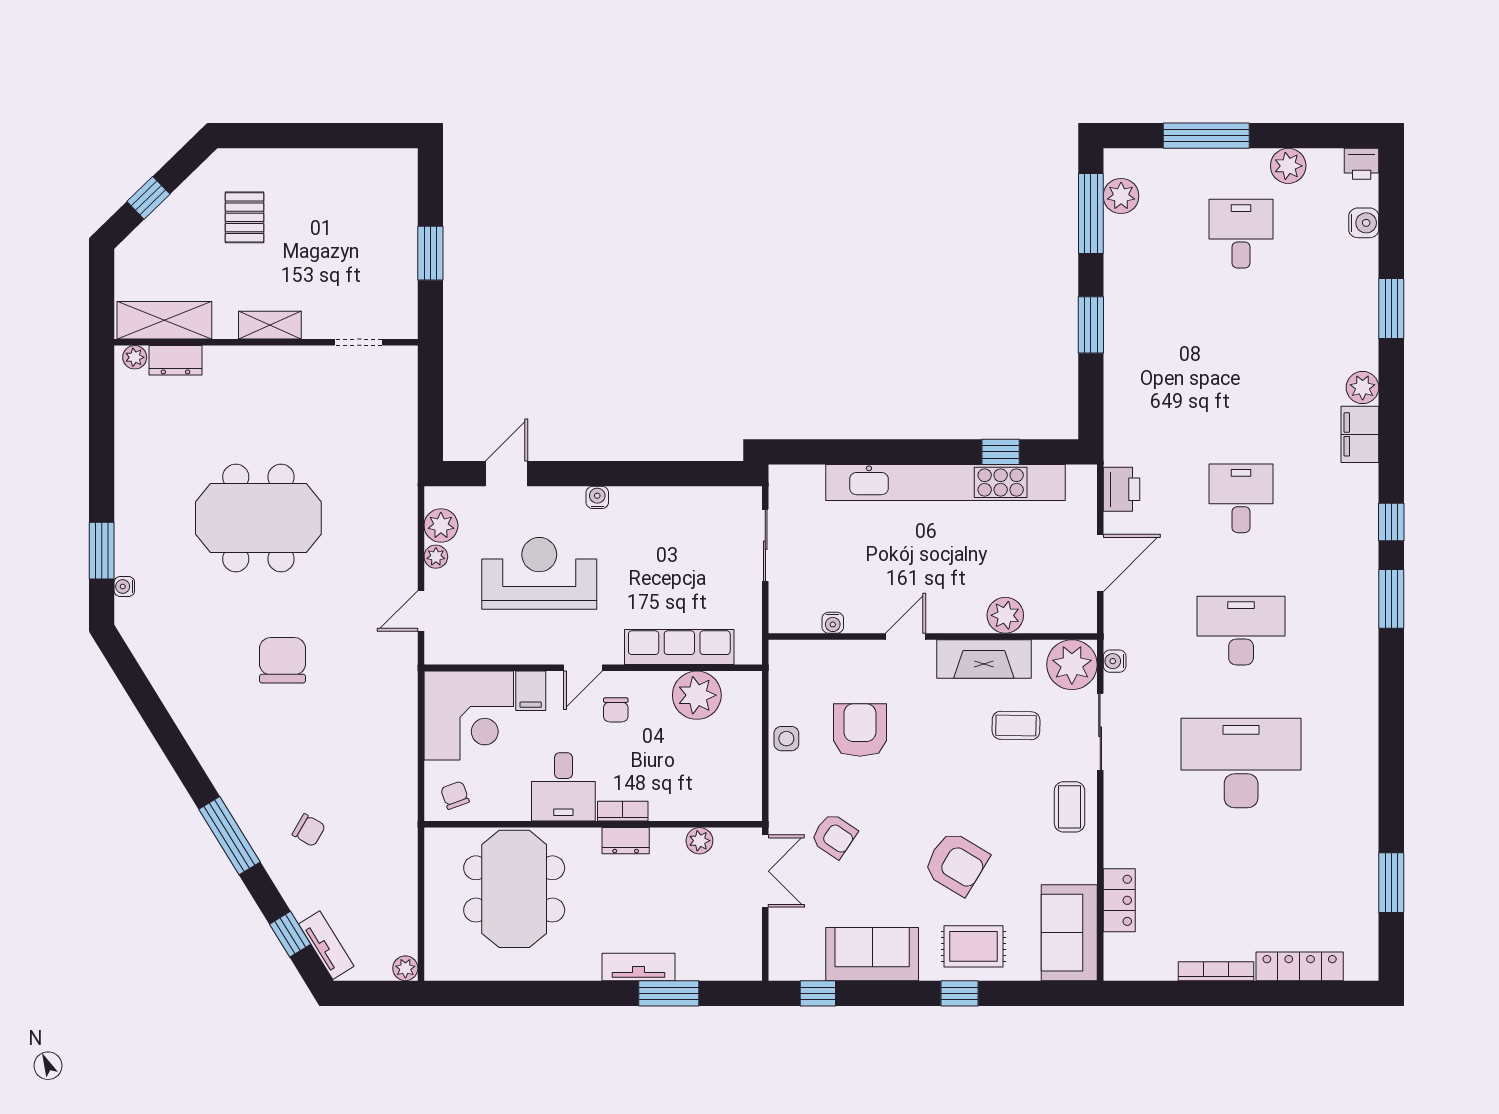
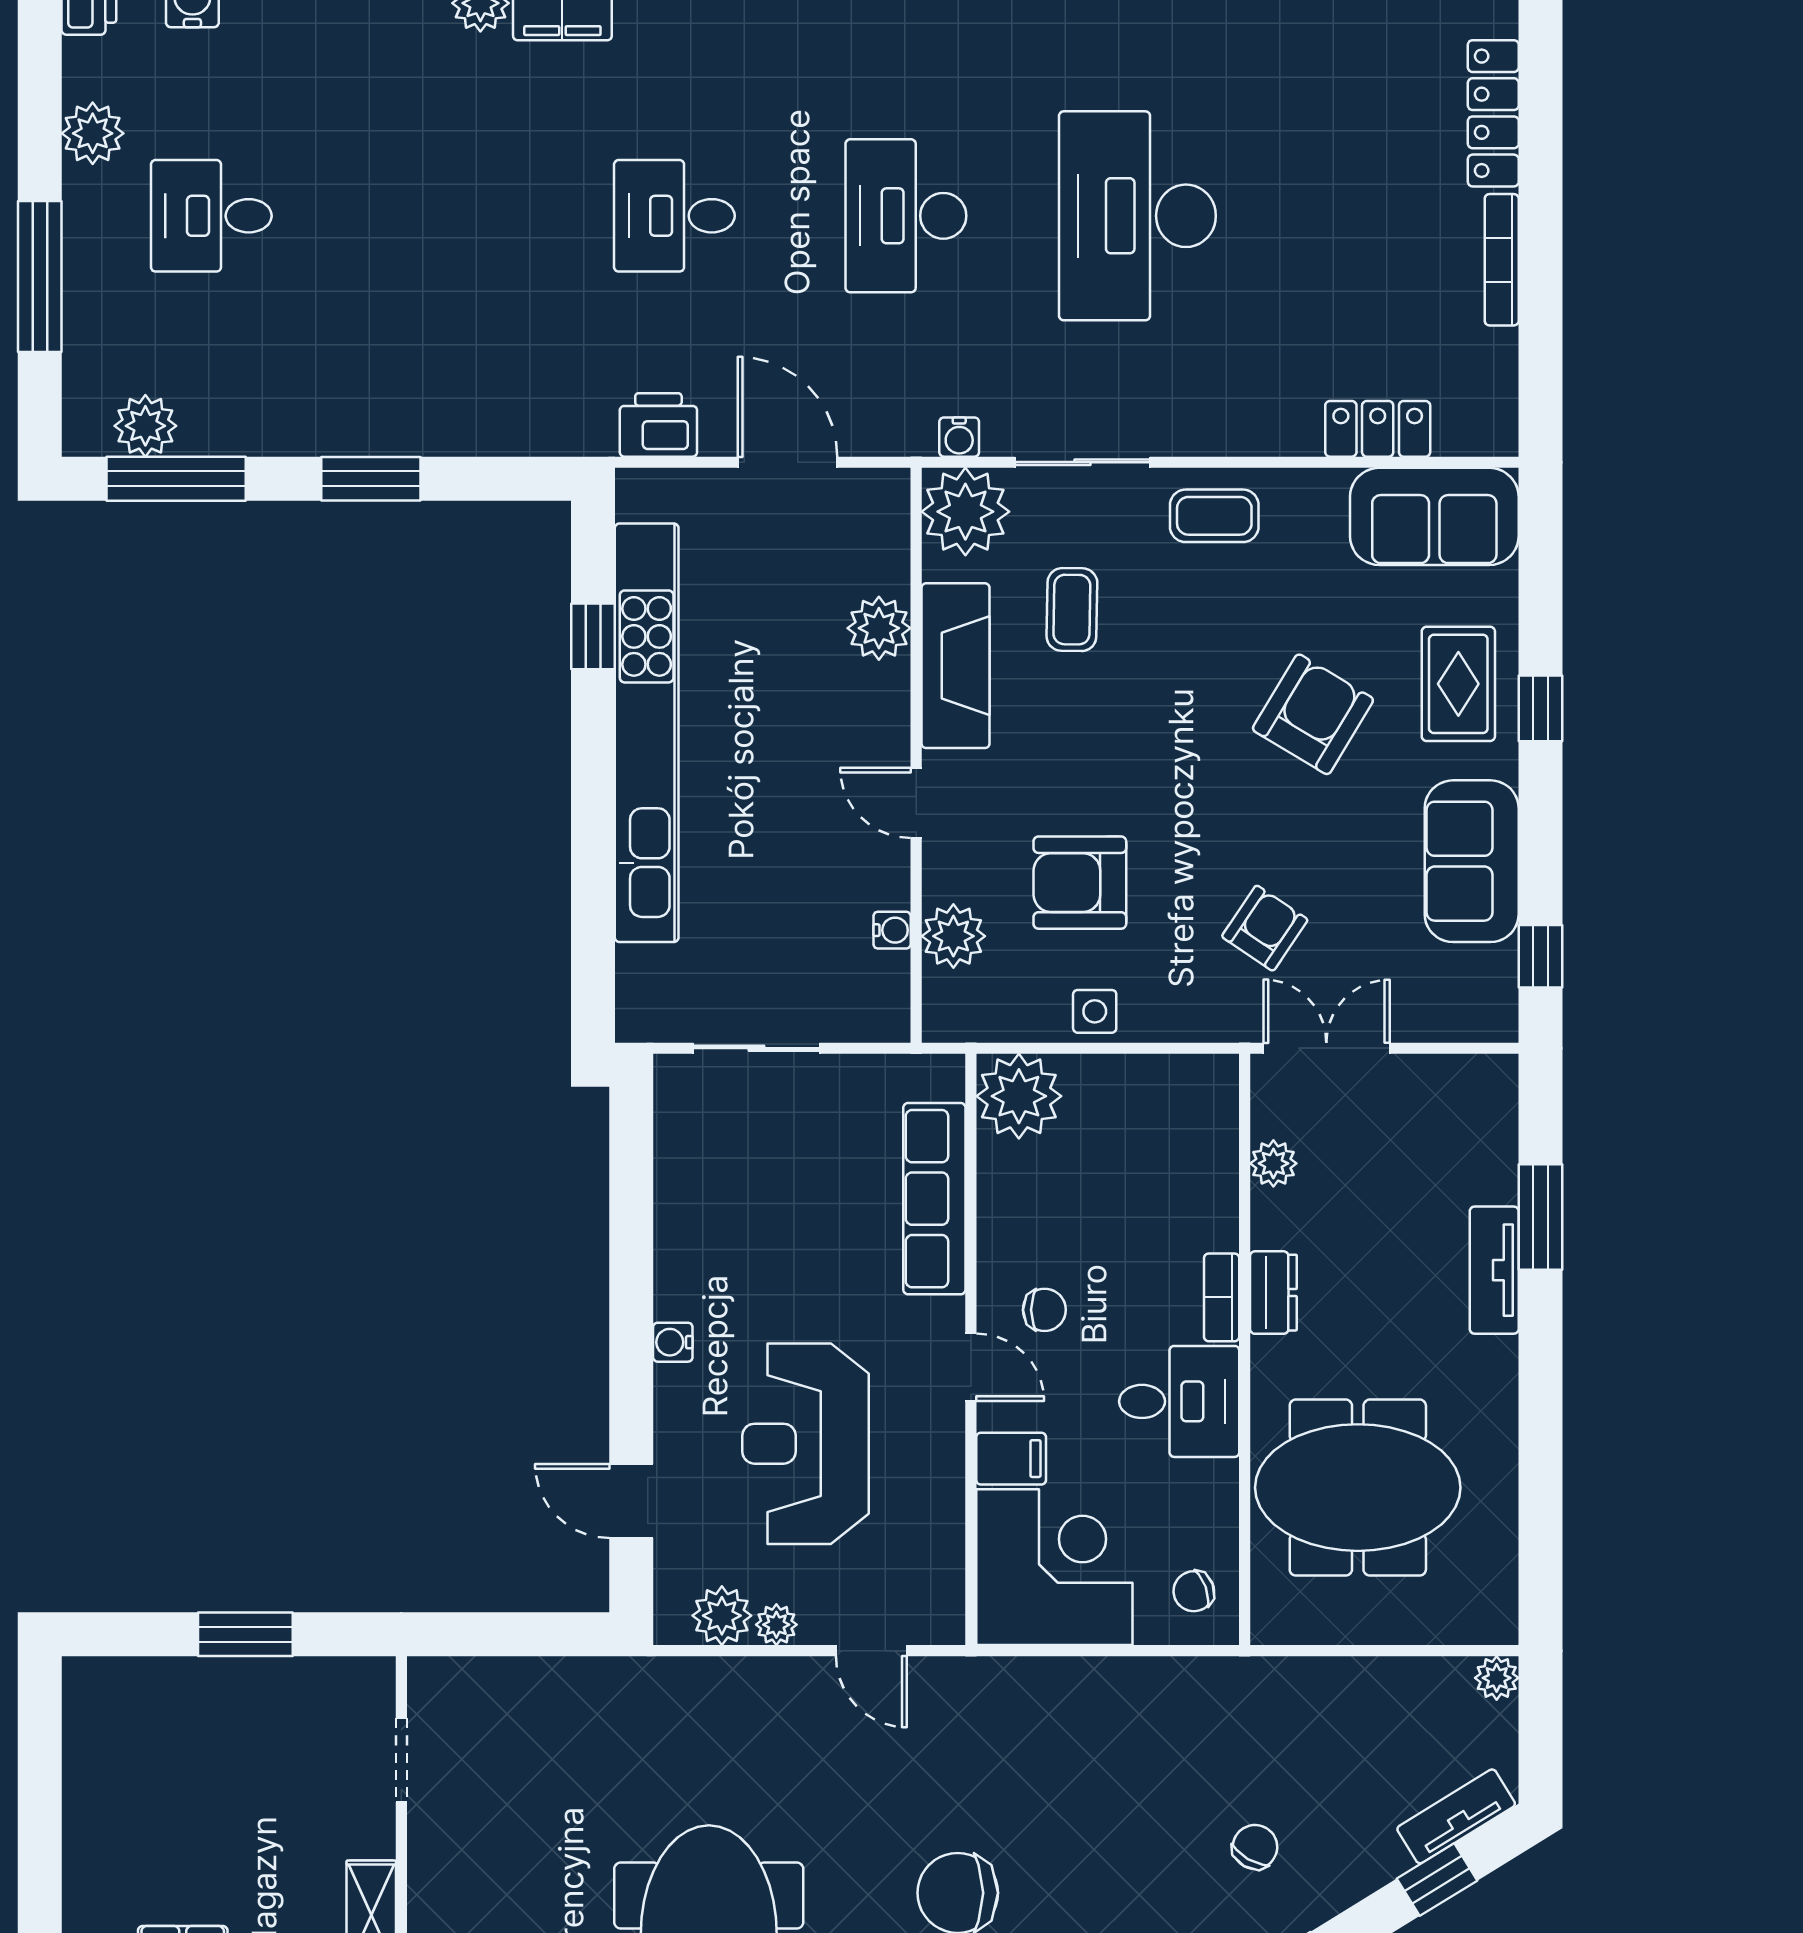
plant: (829, 658) -> (953, 936), added
plant: (697, 695) -> (1019, 1096), moved

